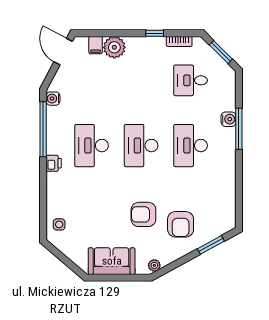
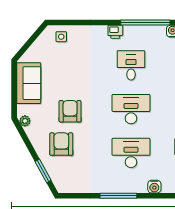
window: (239, 129) -> (118, 196), moved
desk: (92, 146) -> (131, 65), width x0.73
armchair: (181, 224) -> (61, 144), turned 90

